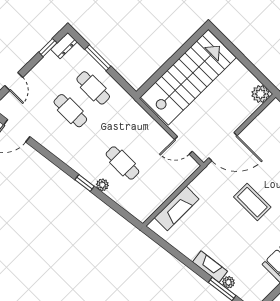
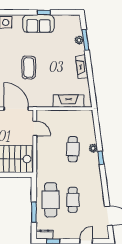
cafe table: (93, 88) -> (51, 200), width x1.37, depth x1.35
fireplace: (210, 267) -> (82, 67), moved

